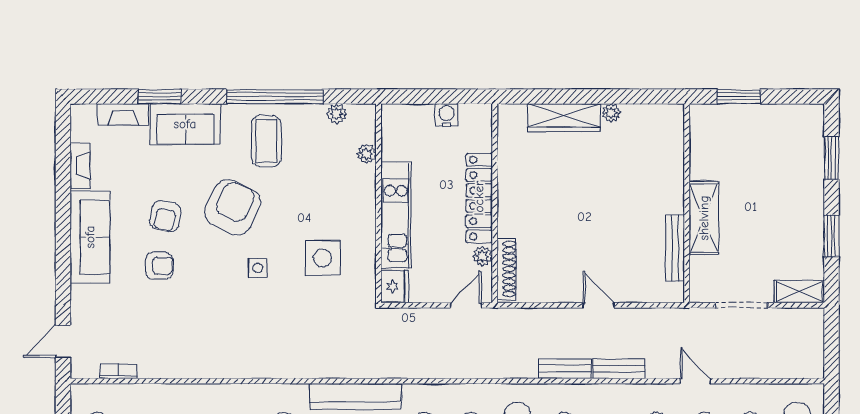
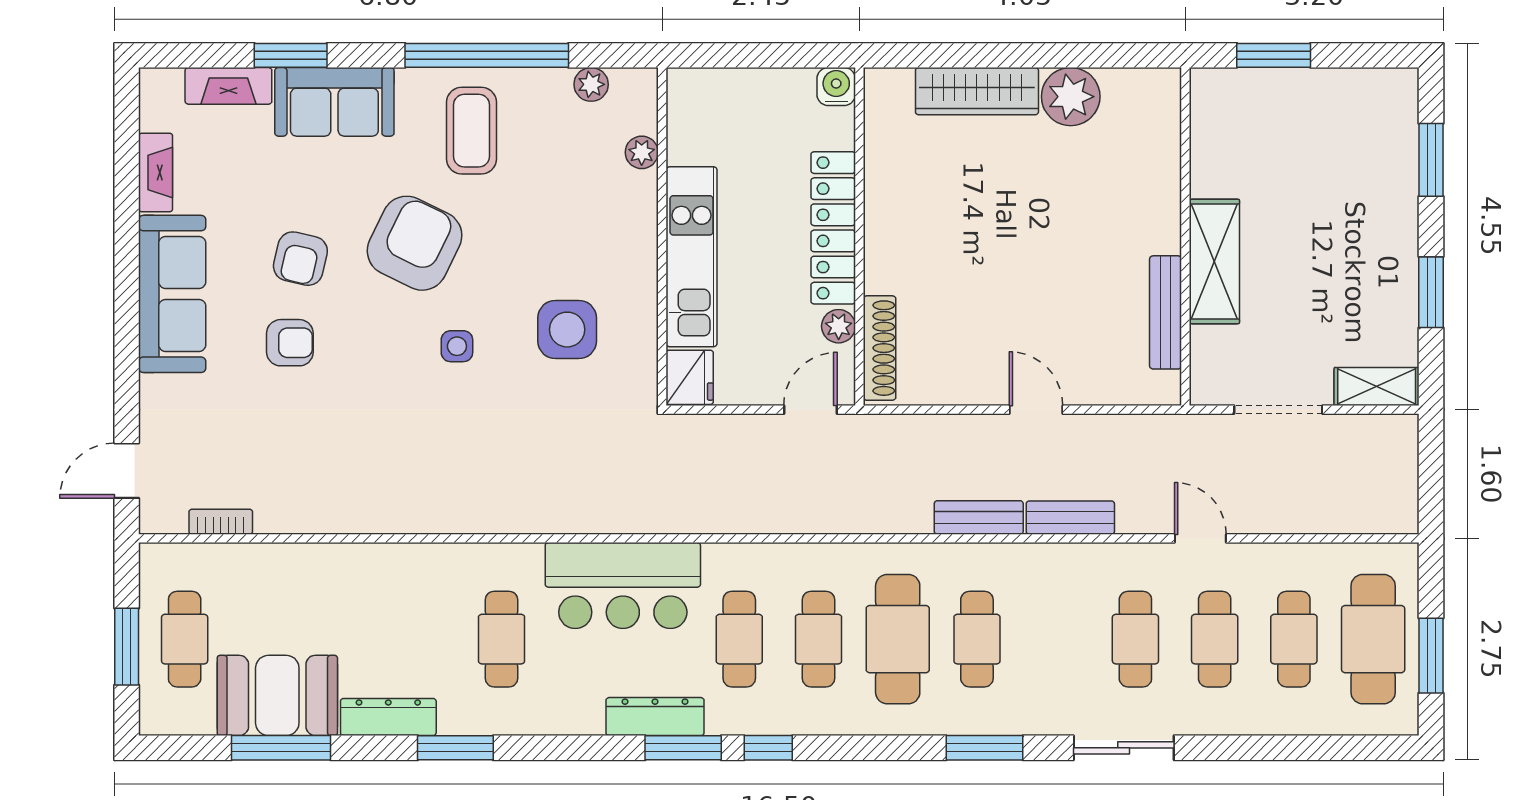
plant: (611, 113) -> (1071, 97), width x1.88, depth x1.88
water cooler: (447, 115) -> (836, 87), moved

